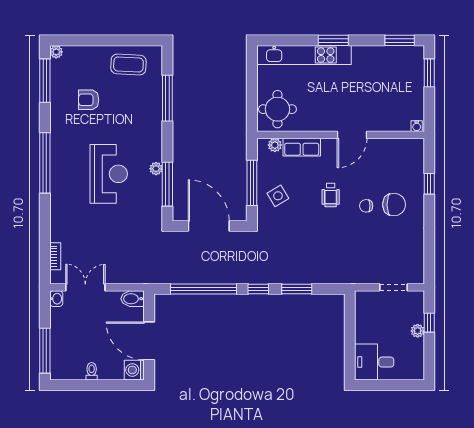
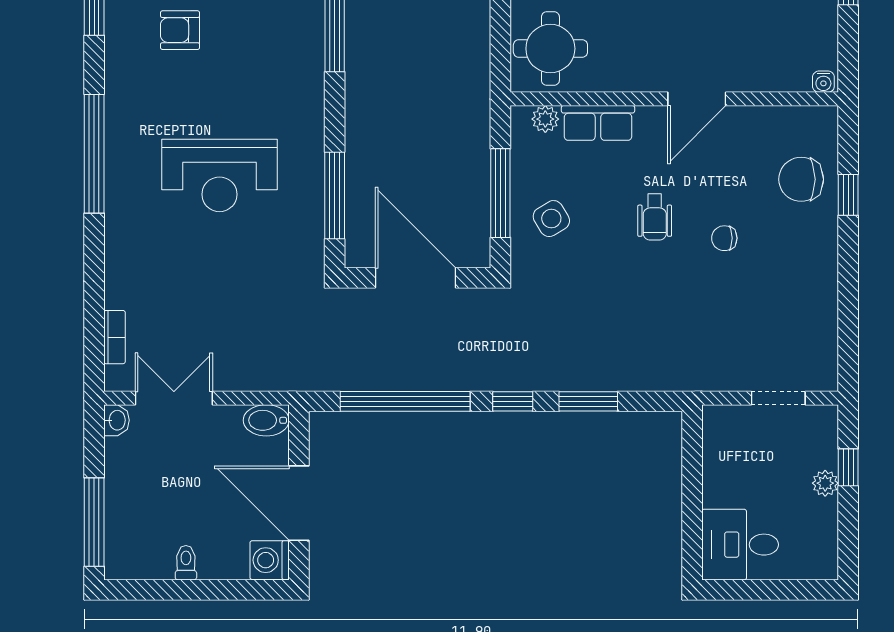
plant: (156, 169) -> (312, 165), removed
reception desk: (109, 174) -> (219, 175), turned 90
chair: (394, 205) -> (801, 179), moved, turned 180

